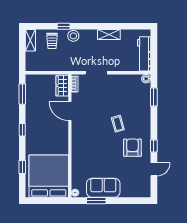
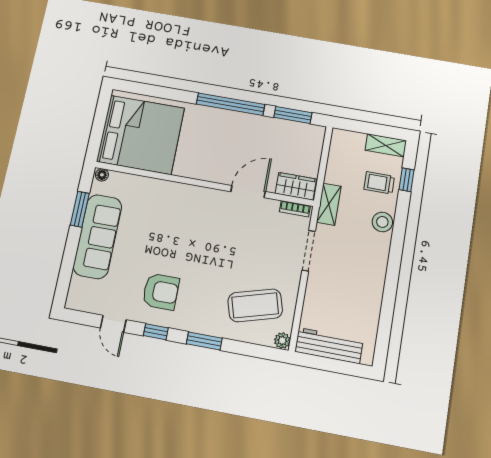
window: (64, 26) -> (407, 180), moved
shelving: (109, 34) -> (329, 204), moved
window: (154, 97) -> (204, 341), moved
coffee table: (118, 124) -> (255, 305), moved, width x1.86, depth x1.72
window: (22, 130) -> (231, 104), width x3.17
window: (22, 167) -> (166, 93), removed
sofa: (103, 188) -> (98, 236), width x1.36

